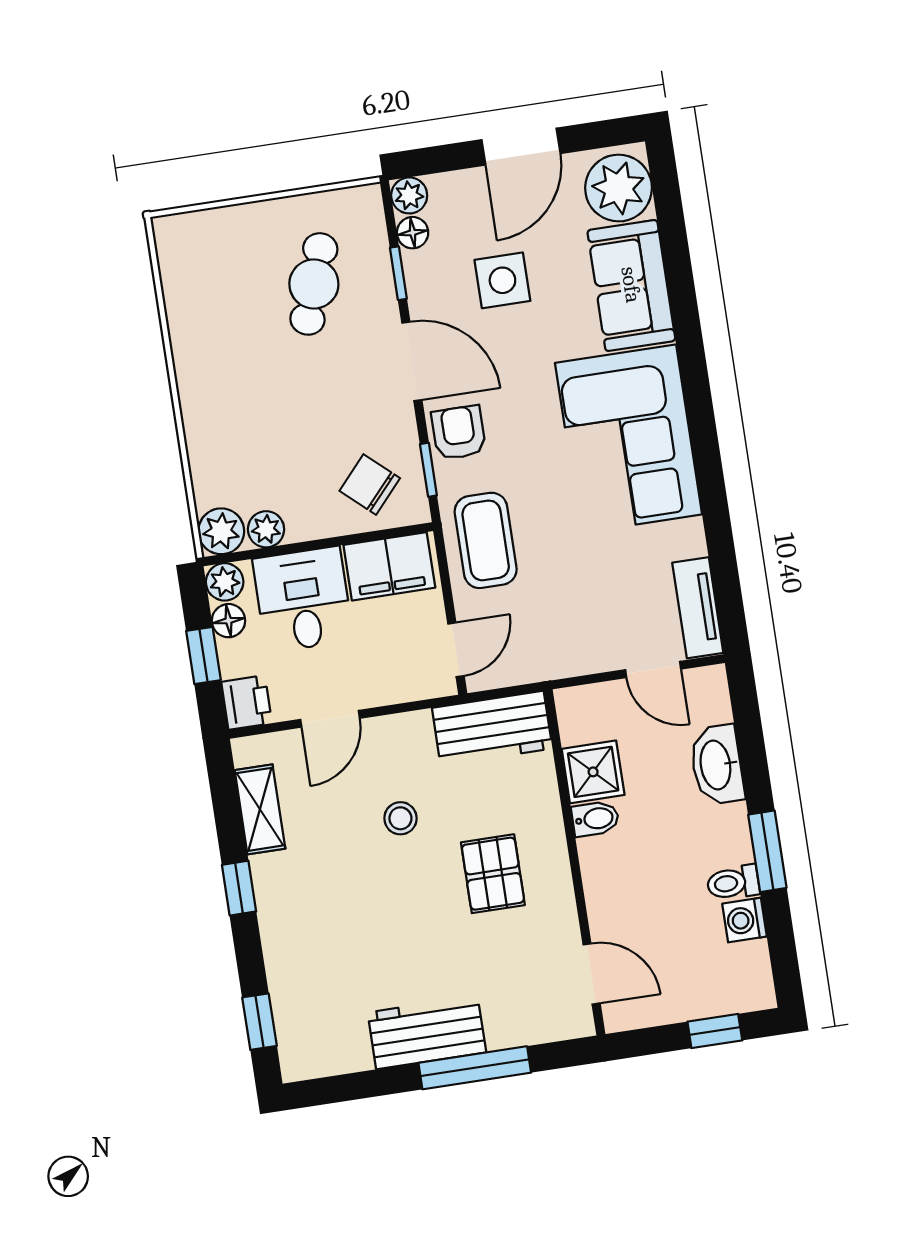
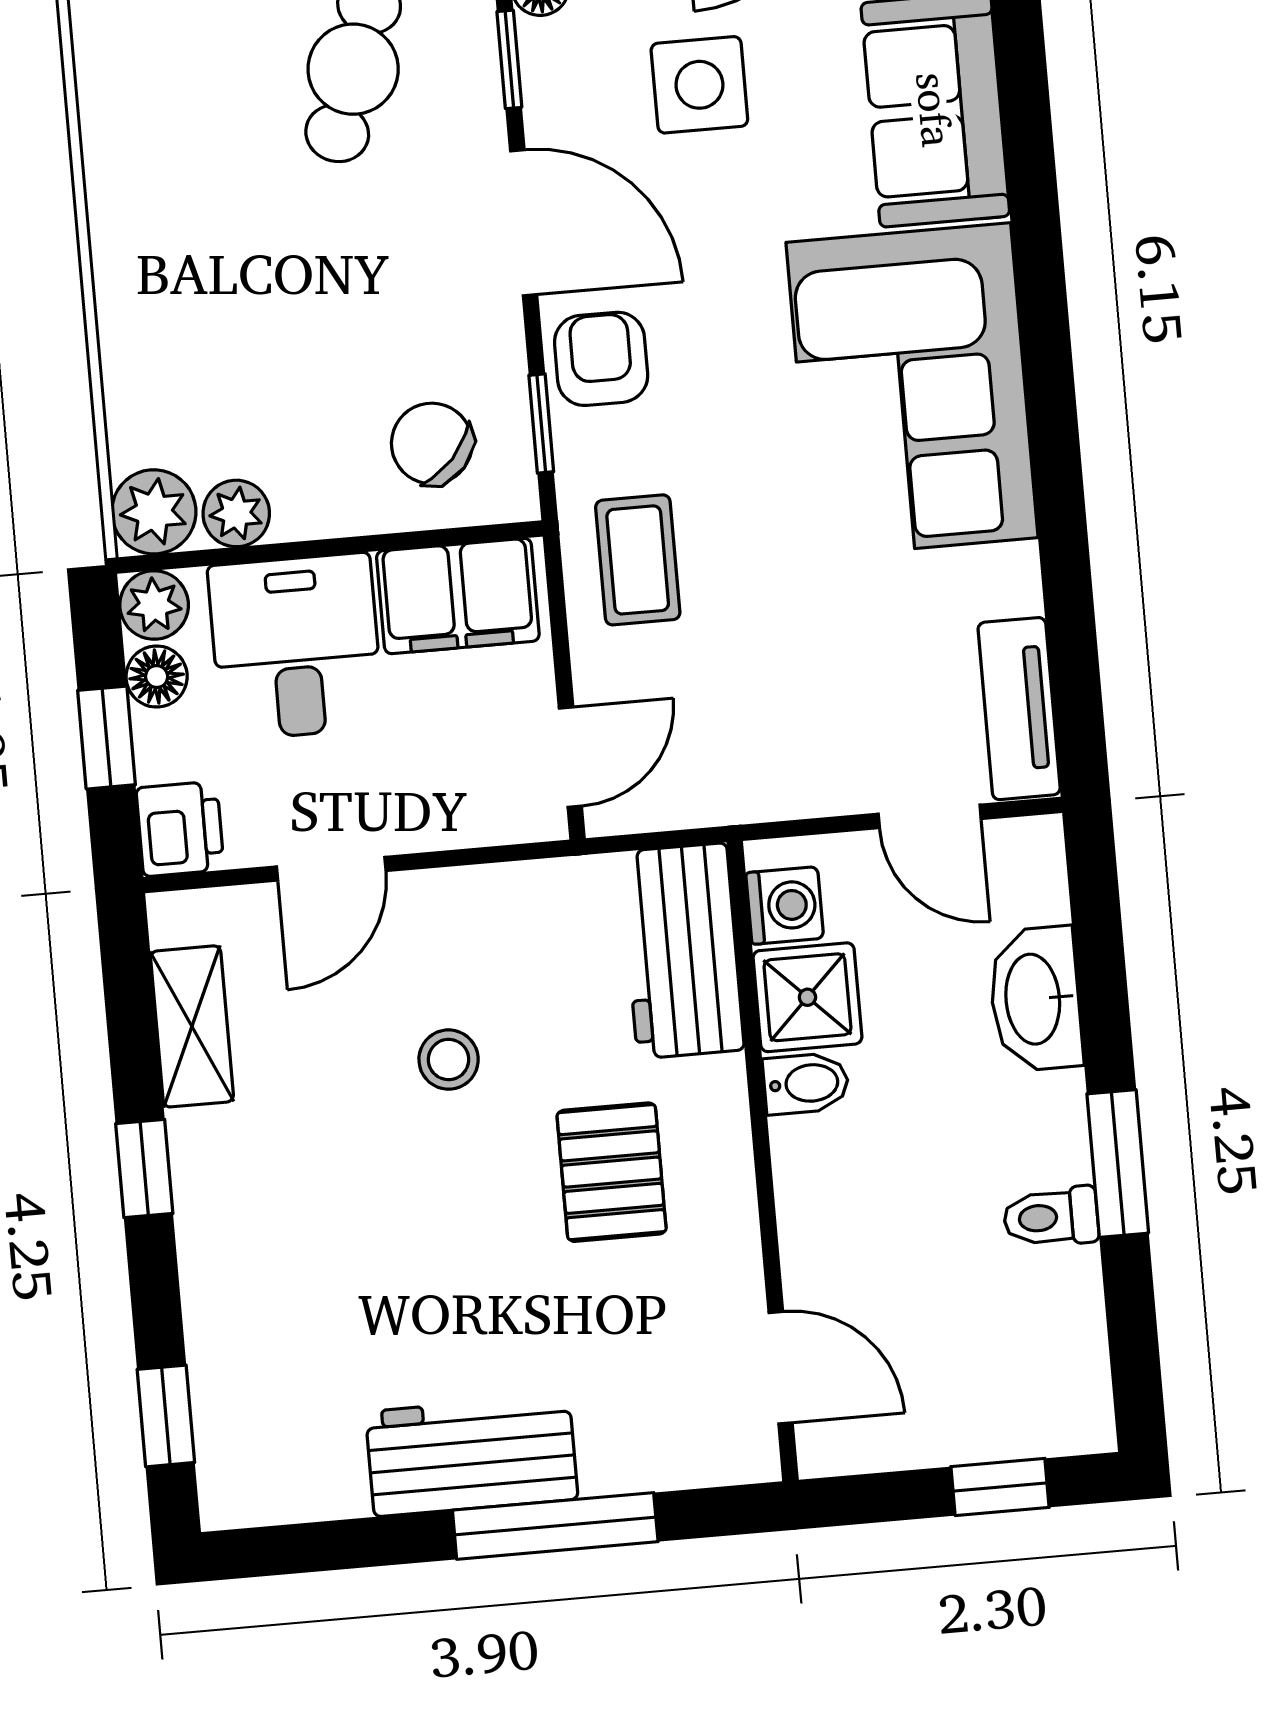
coffee table: (486, 540) -> (638, 560), width x0.73, depth x0.77
workbench: (492, 728) -> (682, 951), moved, turned 90
washing machine: (744, 920) -> (785, 906), moved, turned 180

